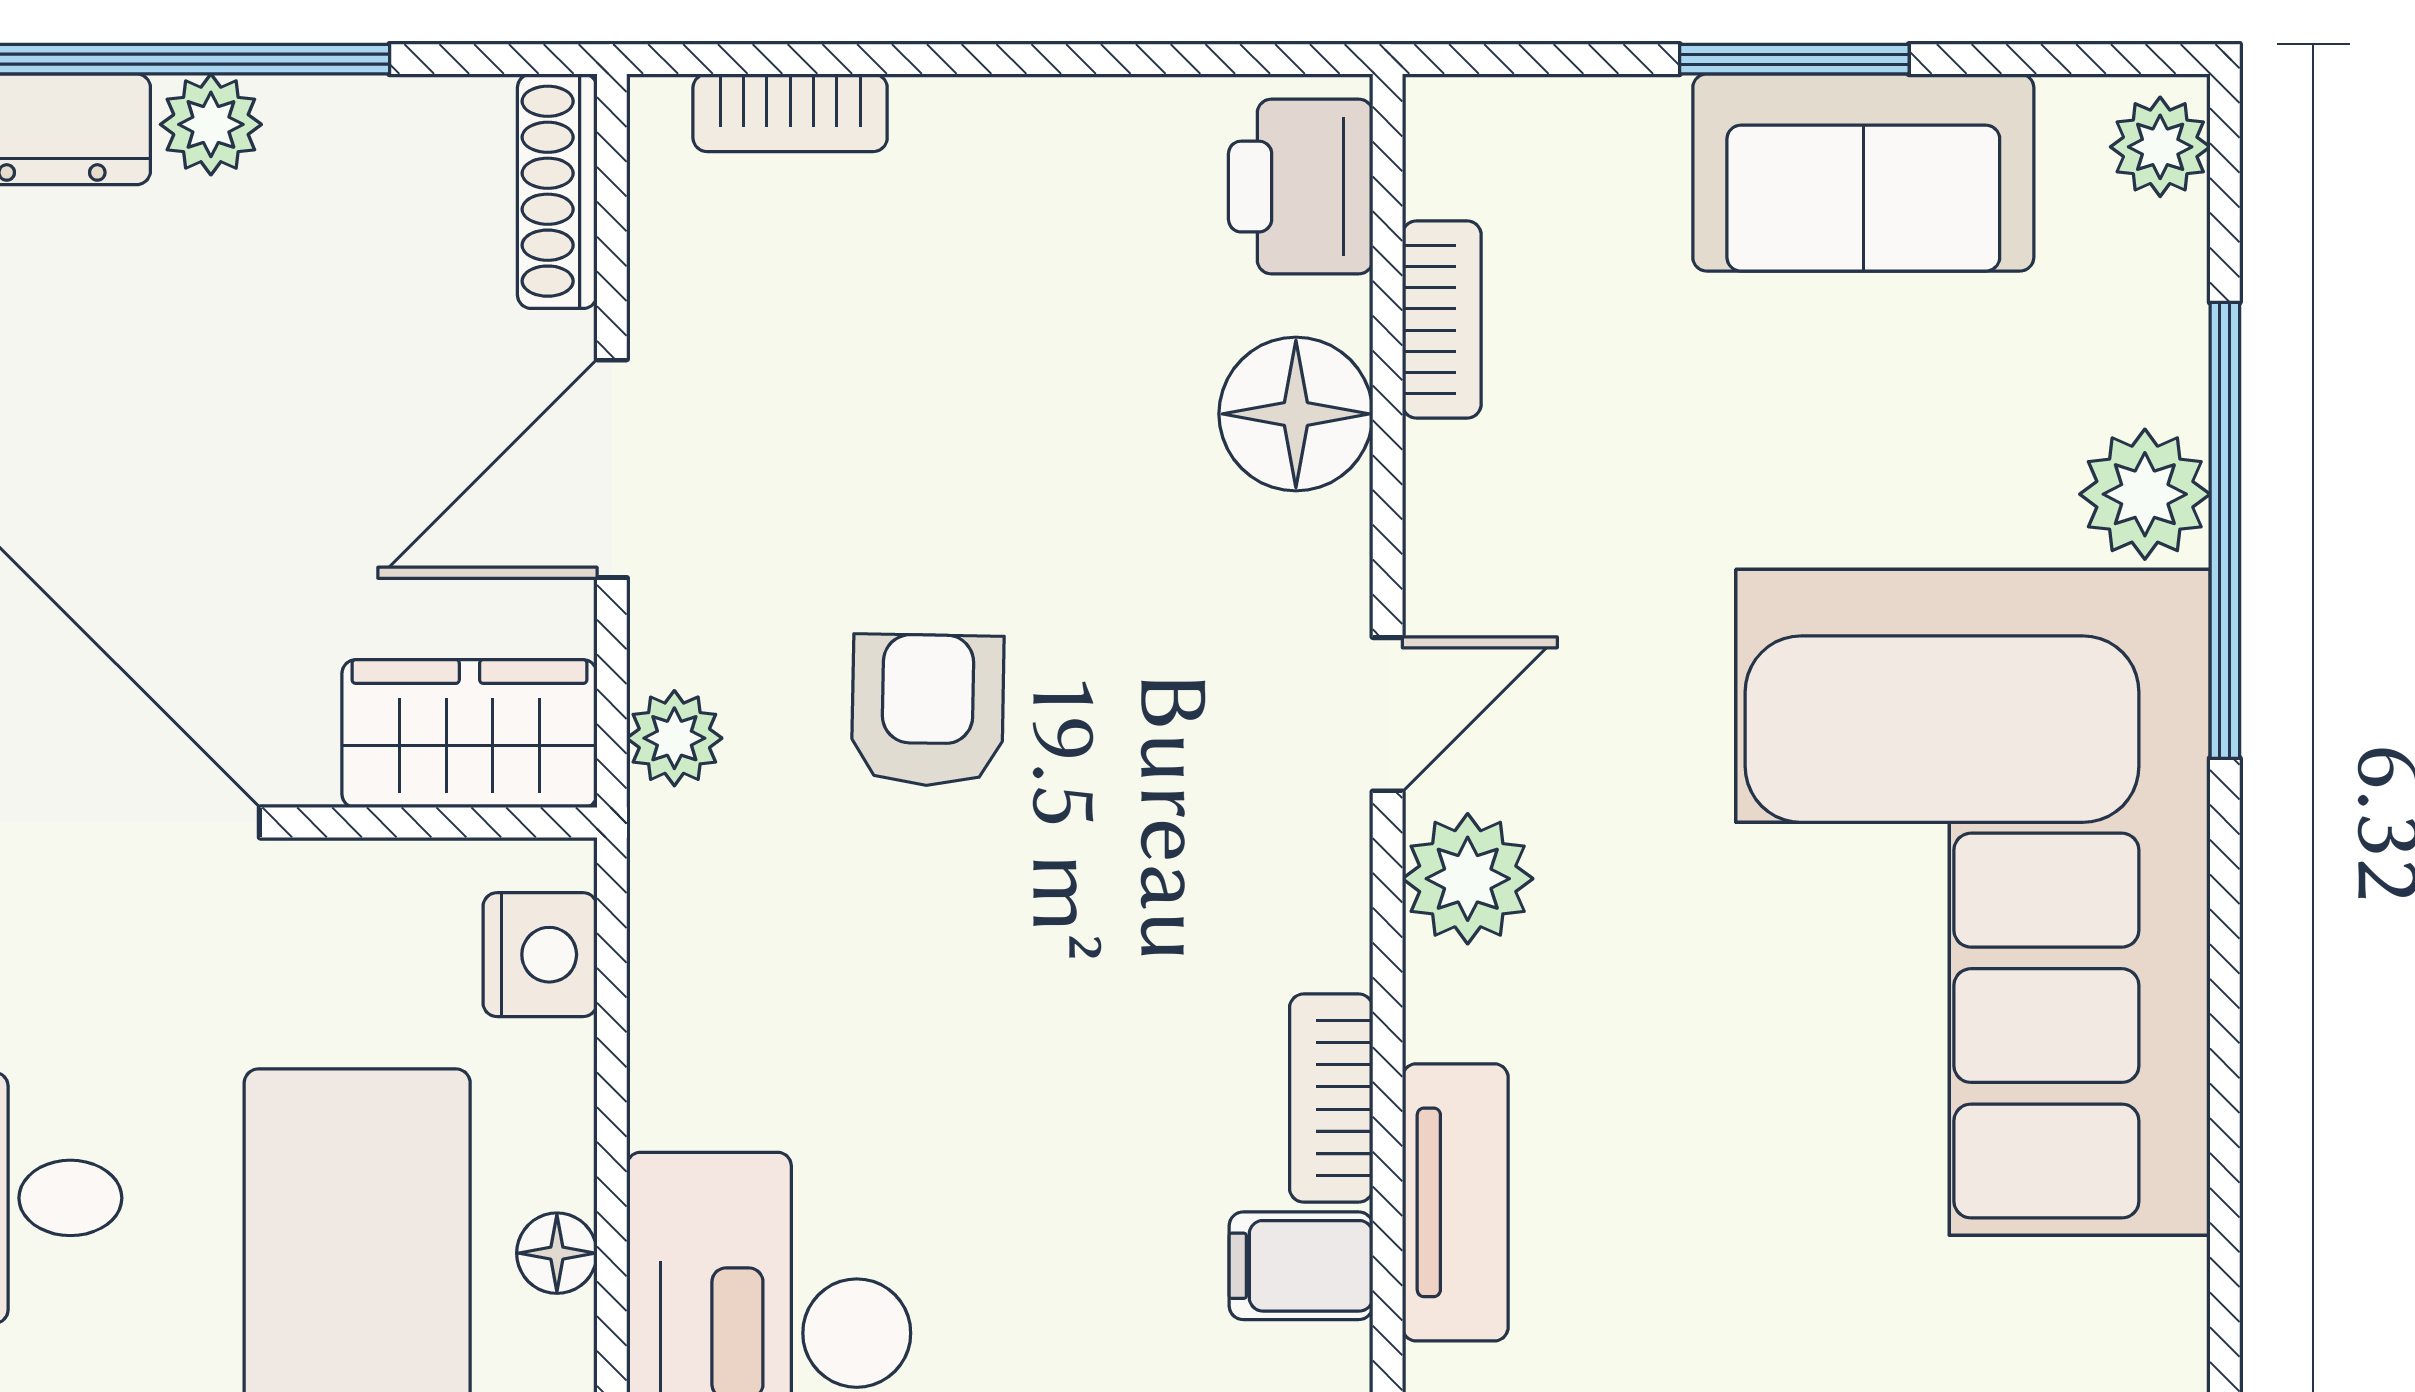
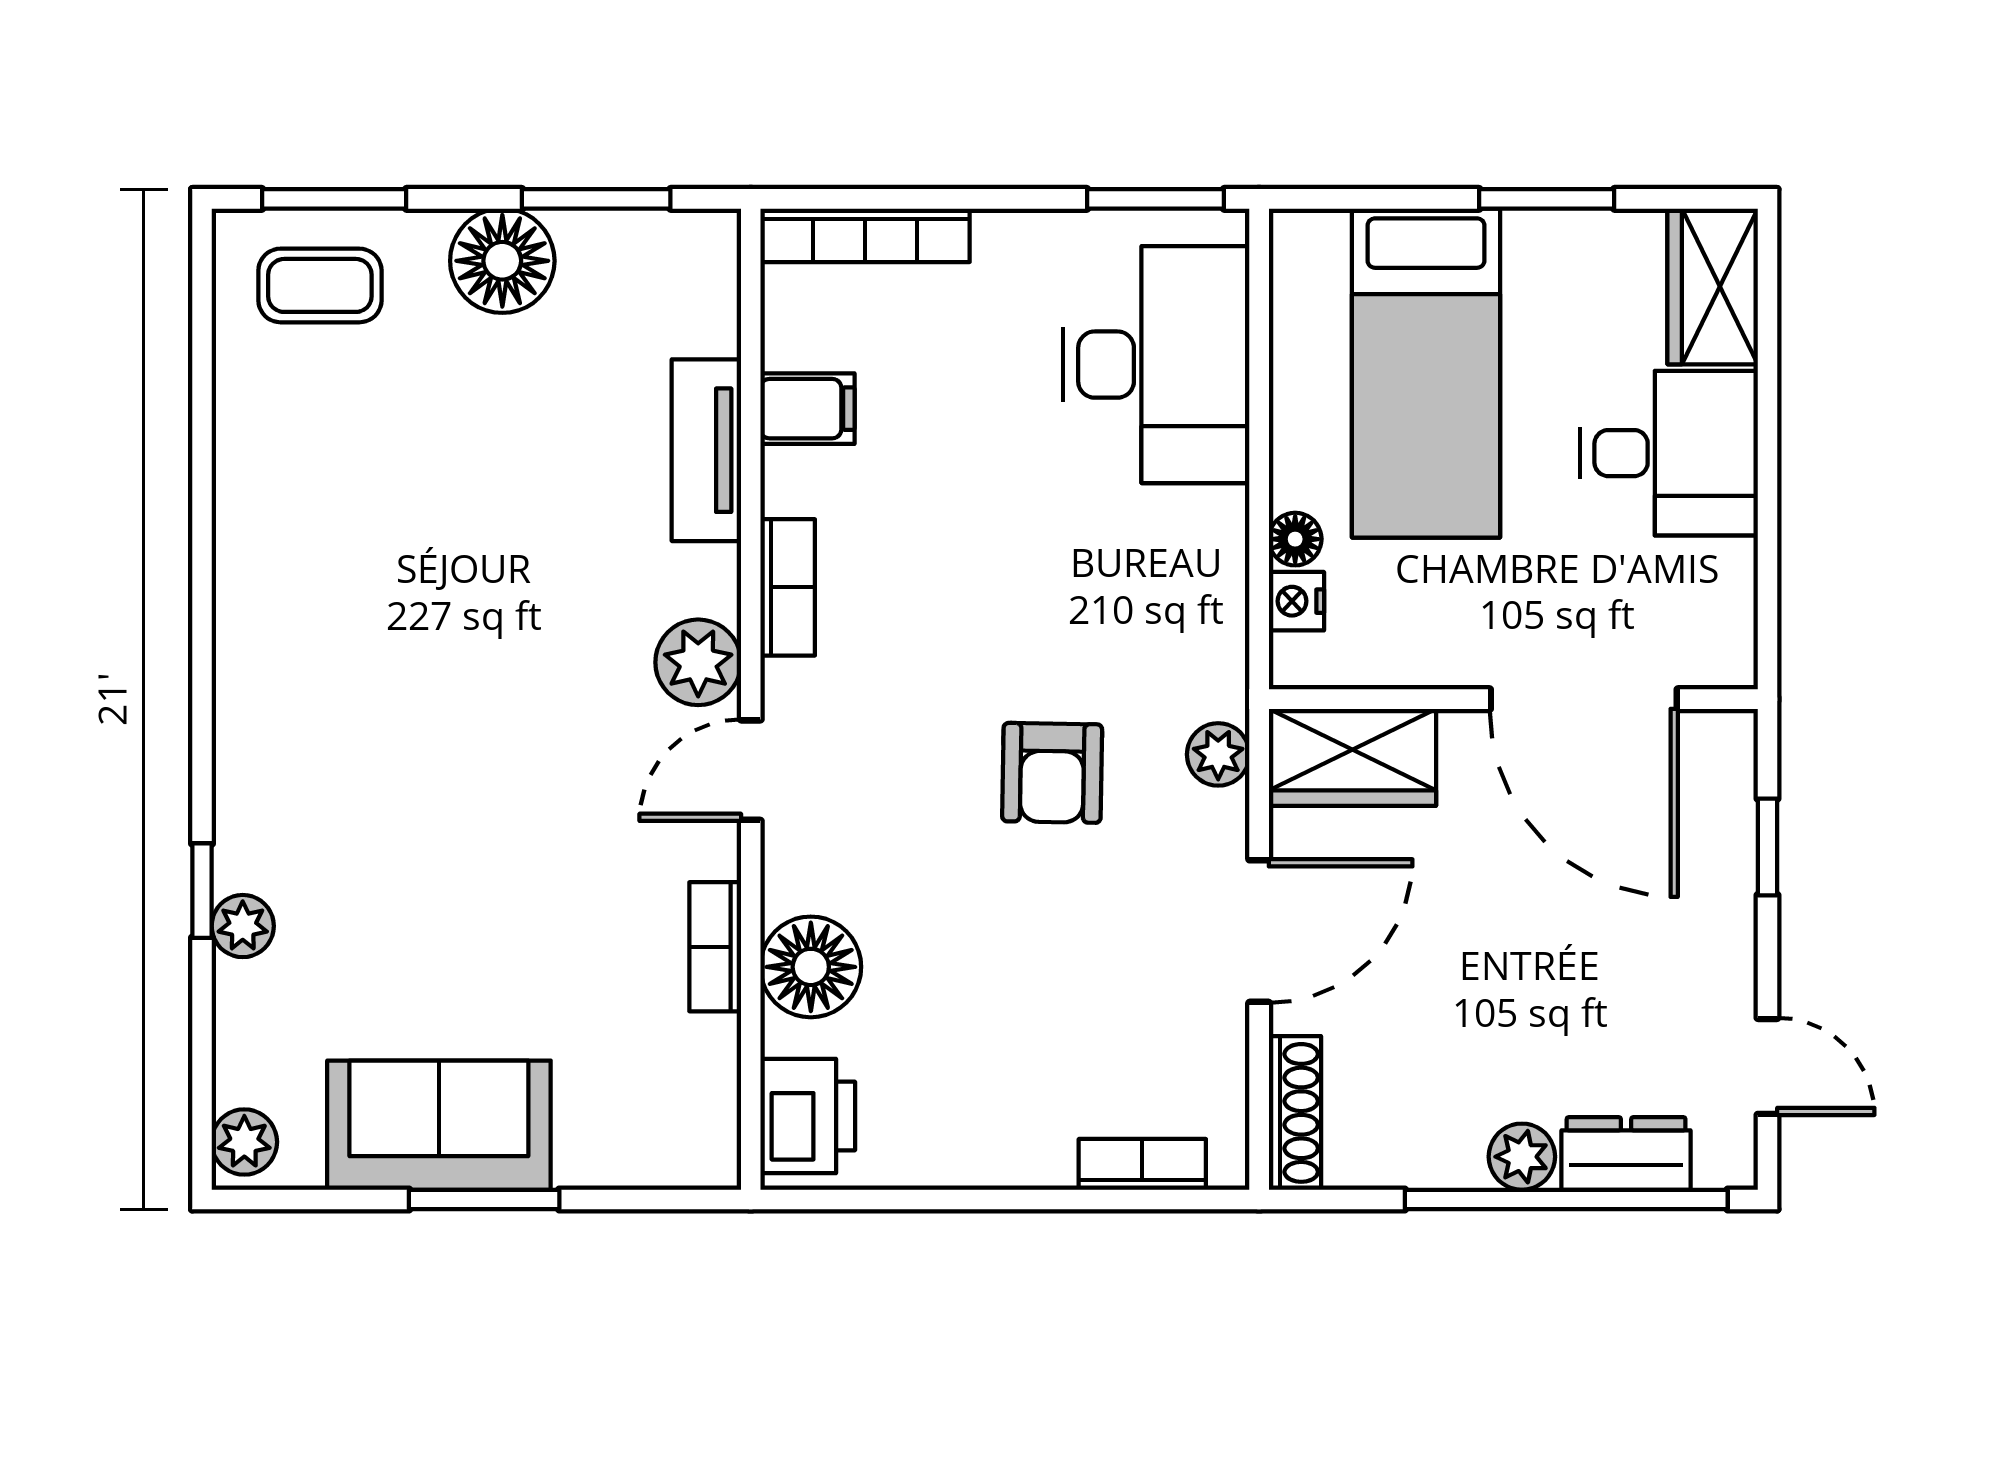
bookcase: (1442, 319) -> (715, 947), moved
plant: (2145, 494) -> (243, 926), width x0.73, depth x0.73
window: (2225, 530) -> (202, 891), width x0.32
corner sofa: (1973, 902) -> (367, 647), removed
nightstand: (540, 955) -> (1296, 601), width x0.72, depth x0.74
bookcase: (1331, 1098) -> (788, 587), moved
floor lamp: (557, 1253) -> (1295, 539), moved

